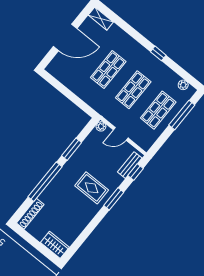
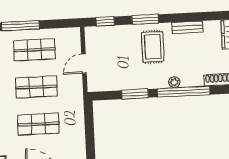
plant: (101, 126) -> (174, 82), moved
door: (121, 134) -> (84, 64), swing flipped
bench: (130, 165) -> (188, 27), moved

